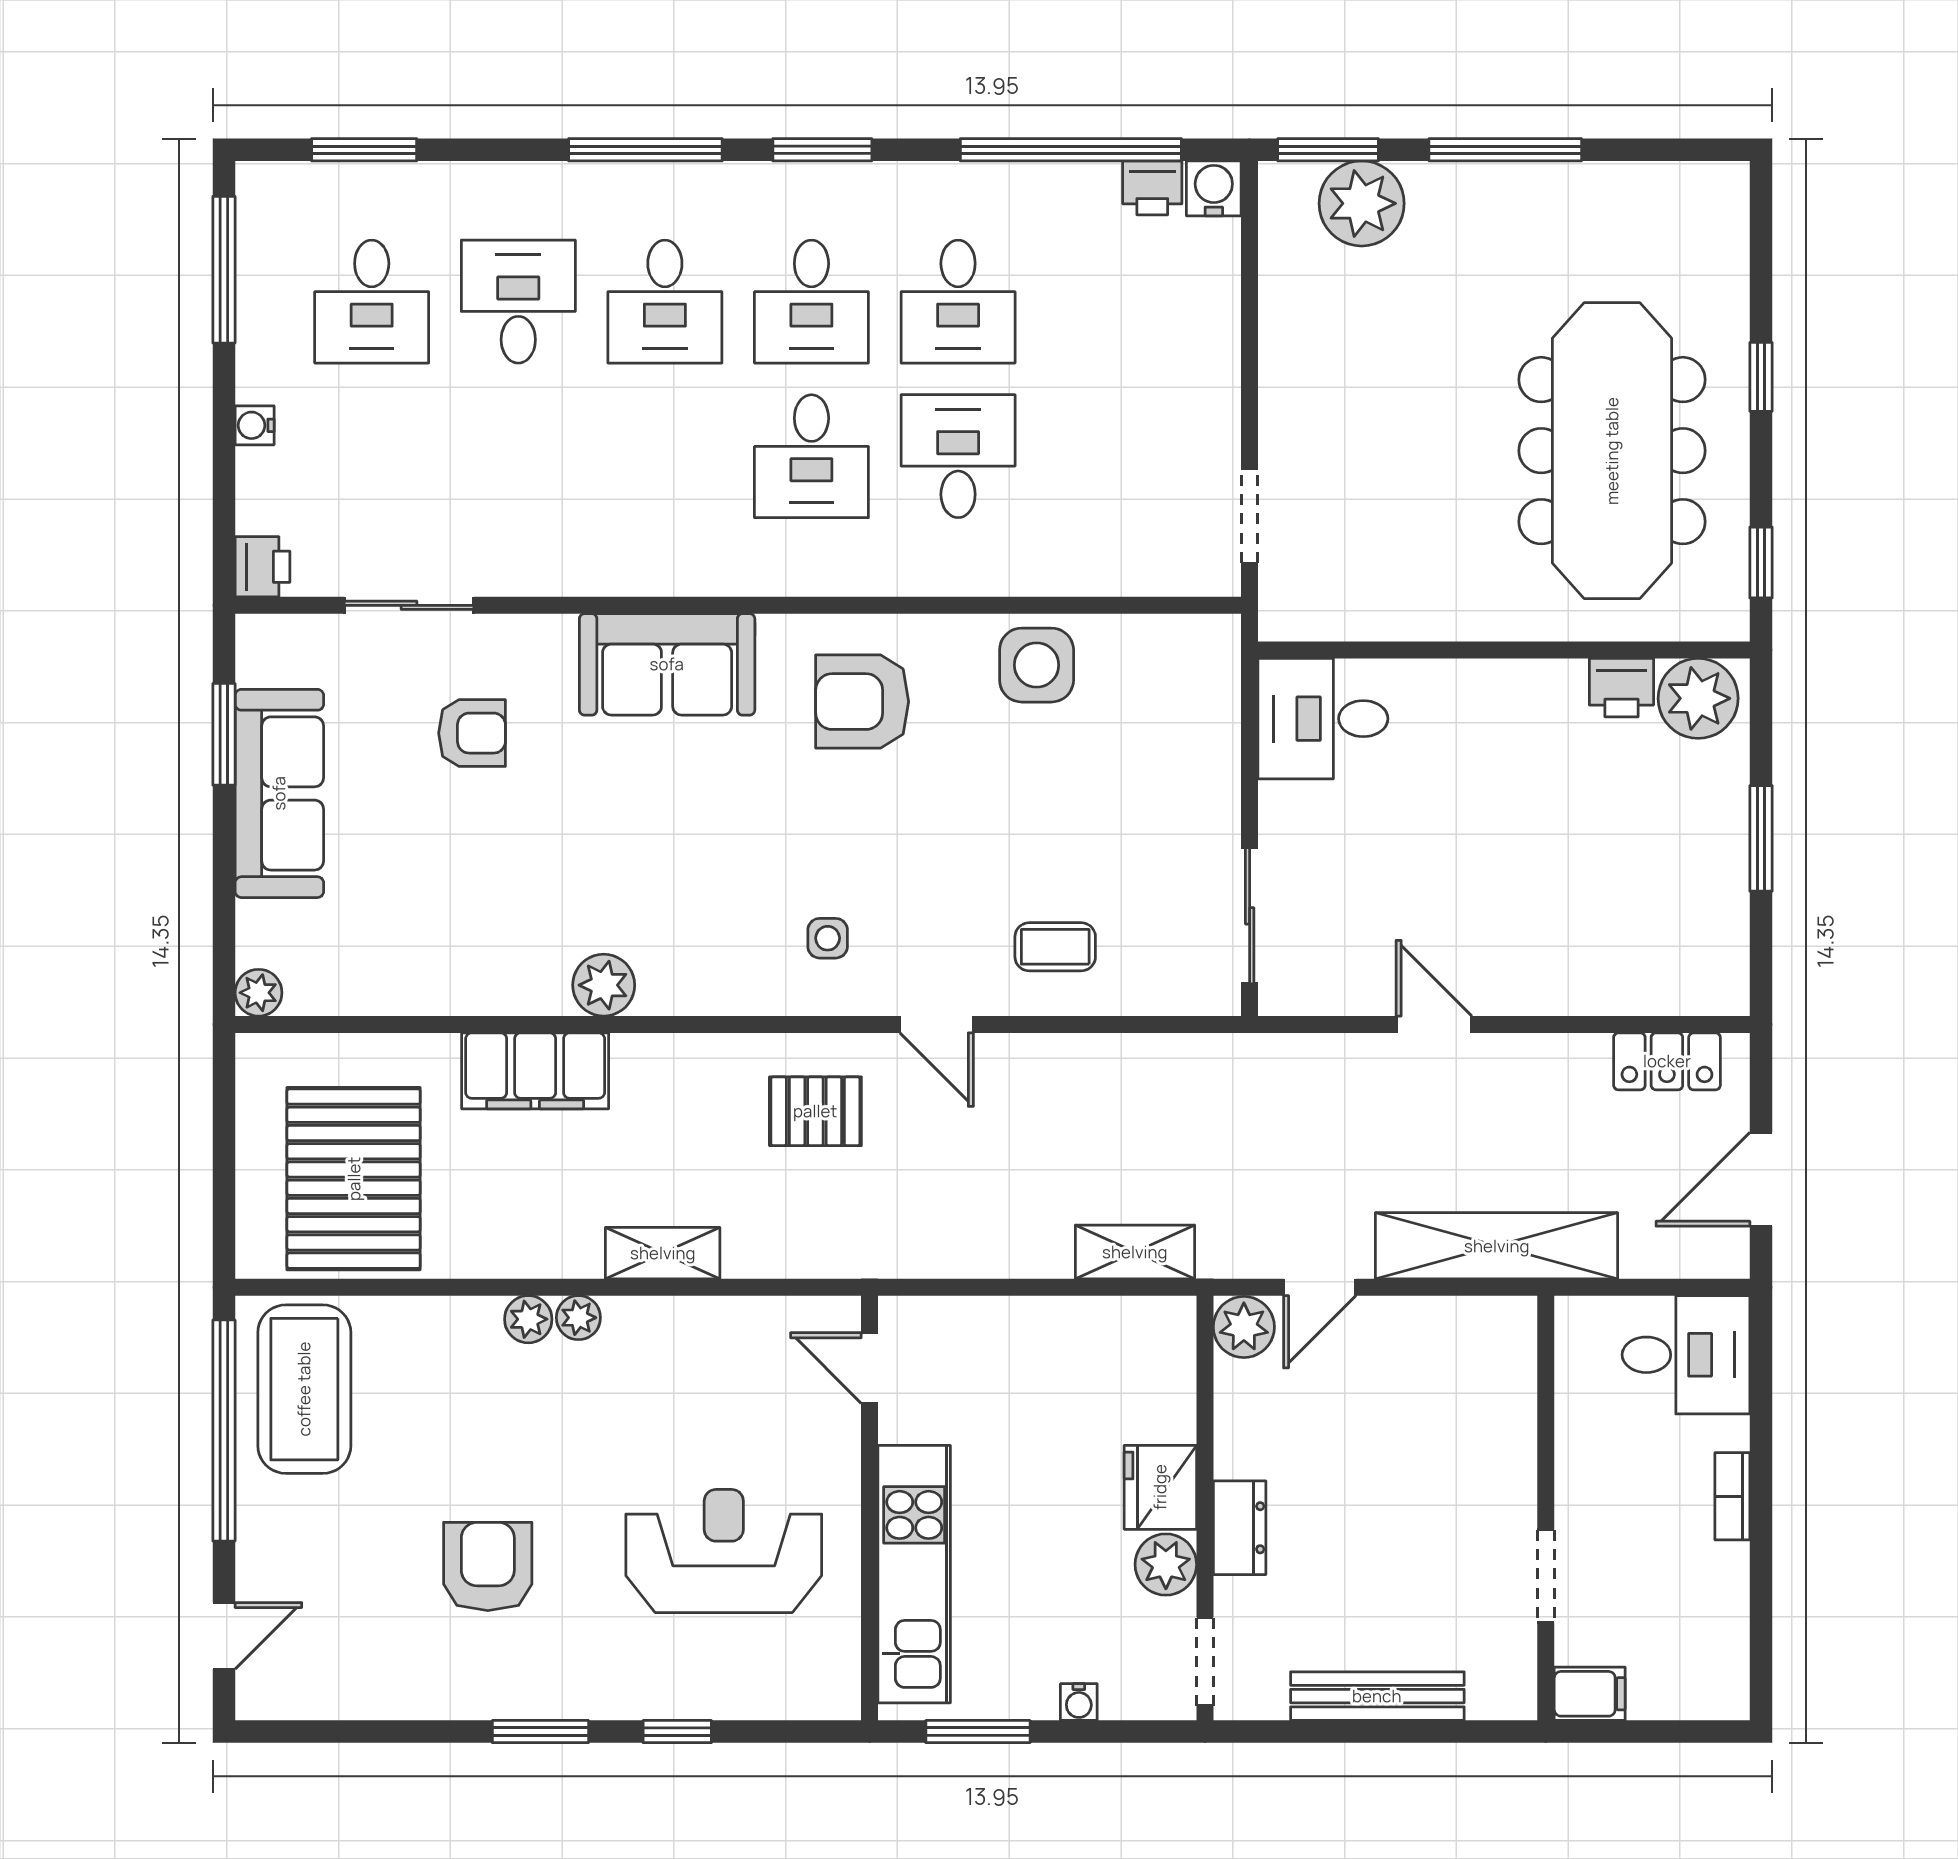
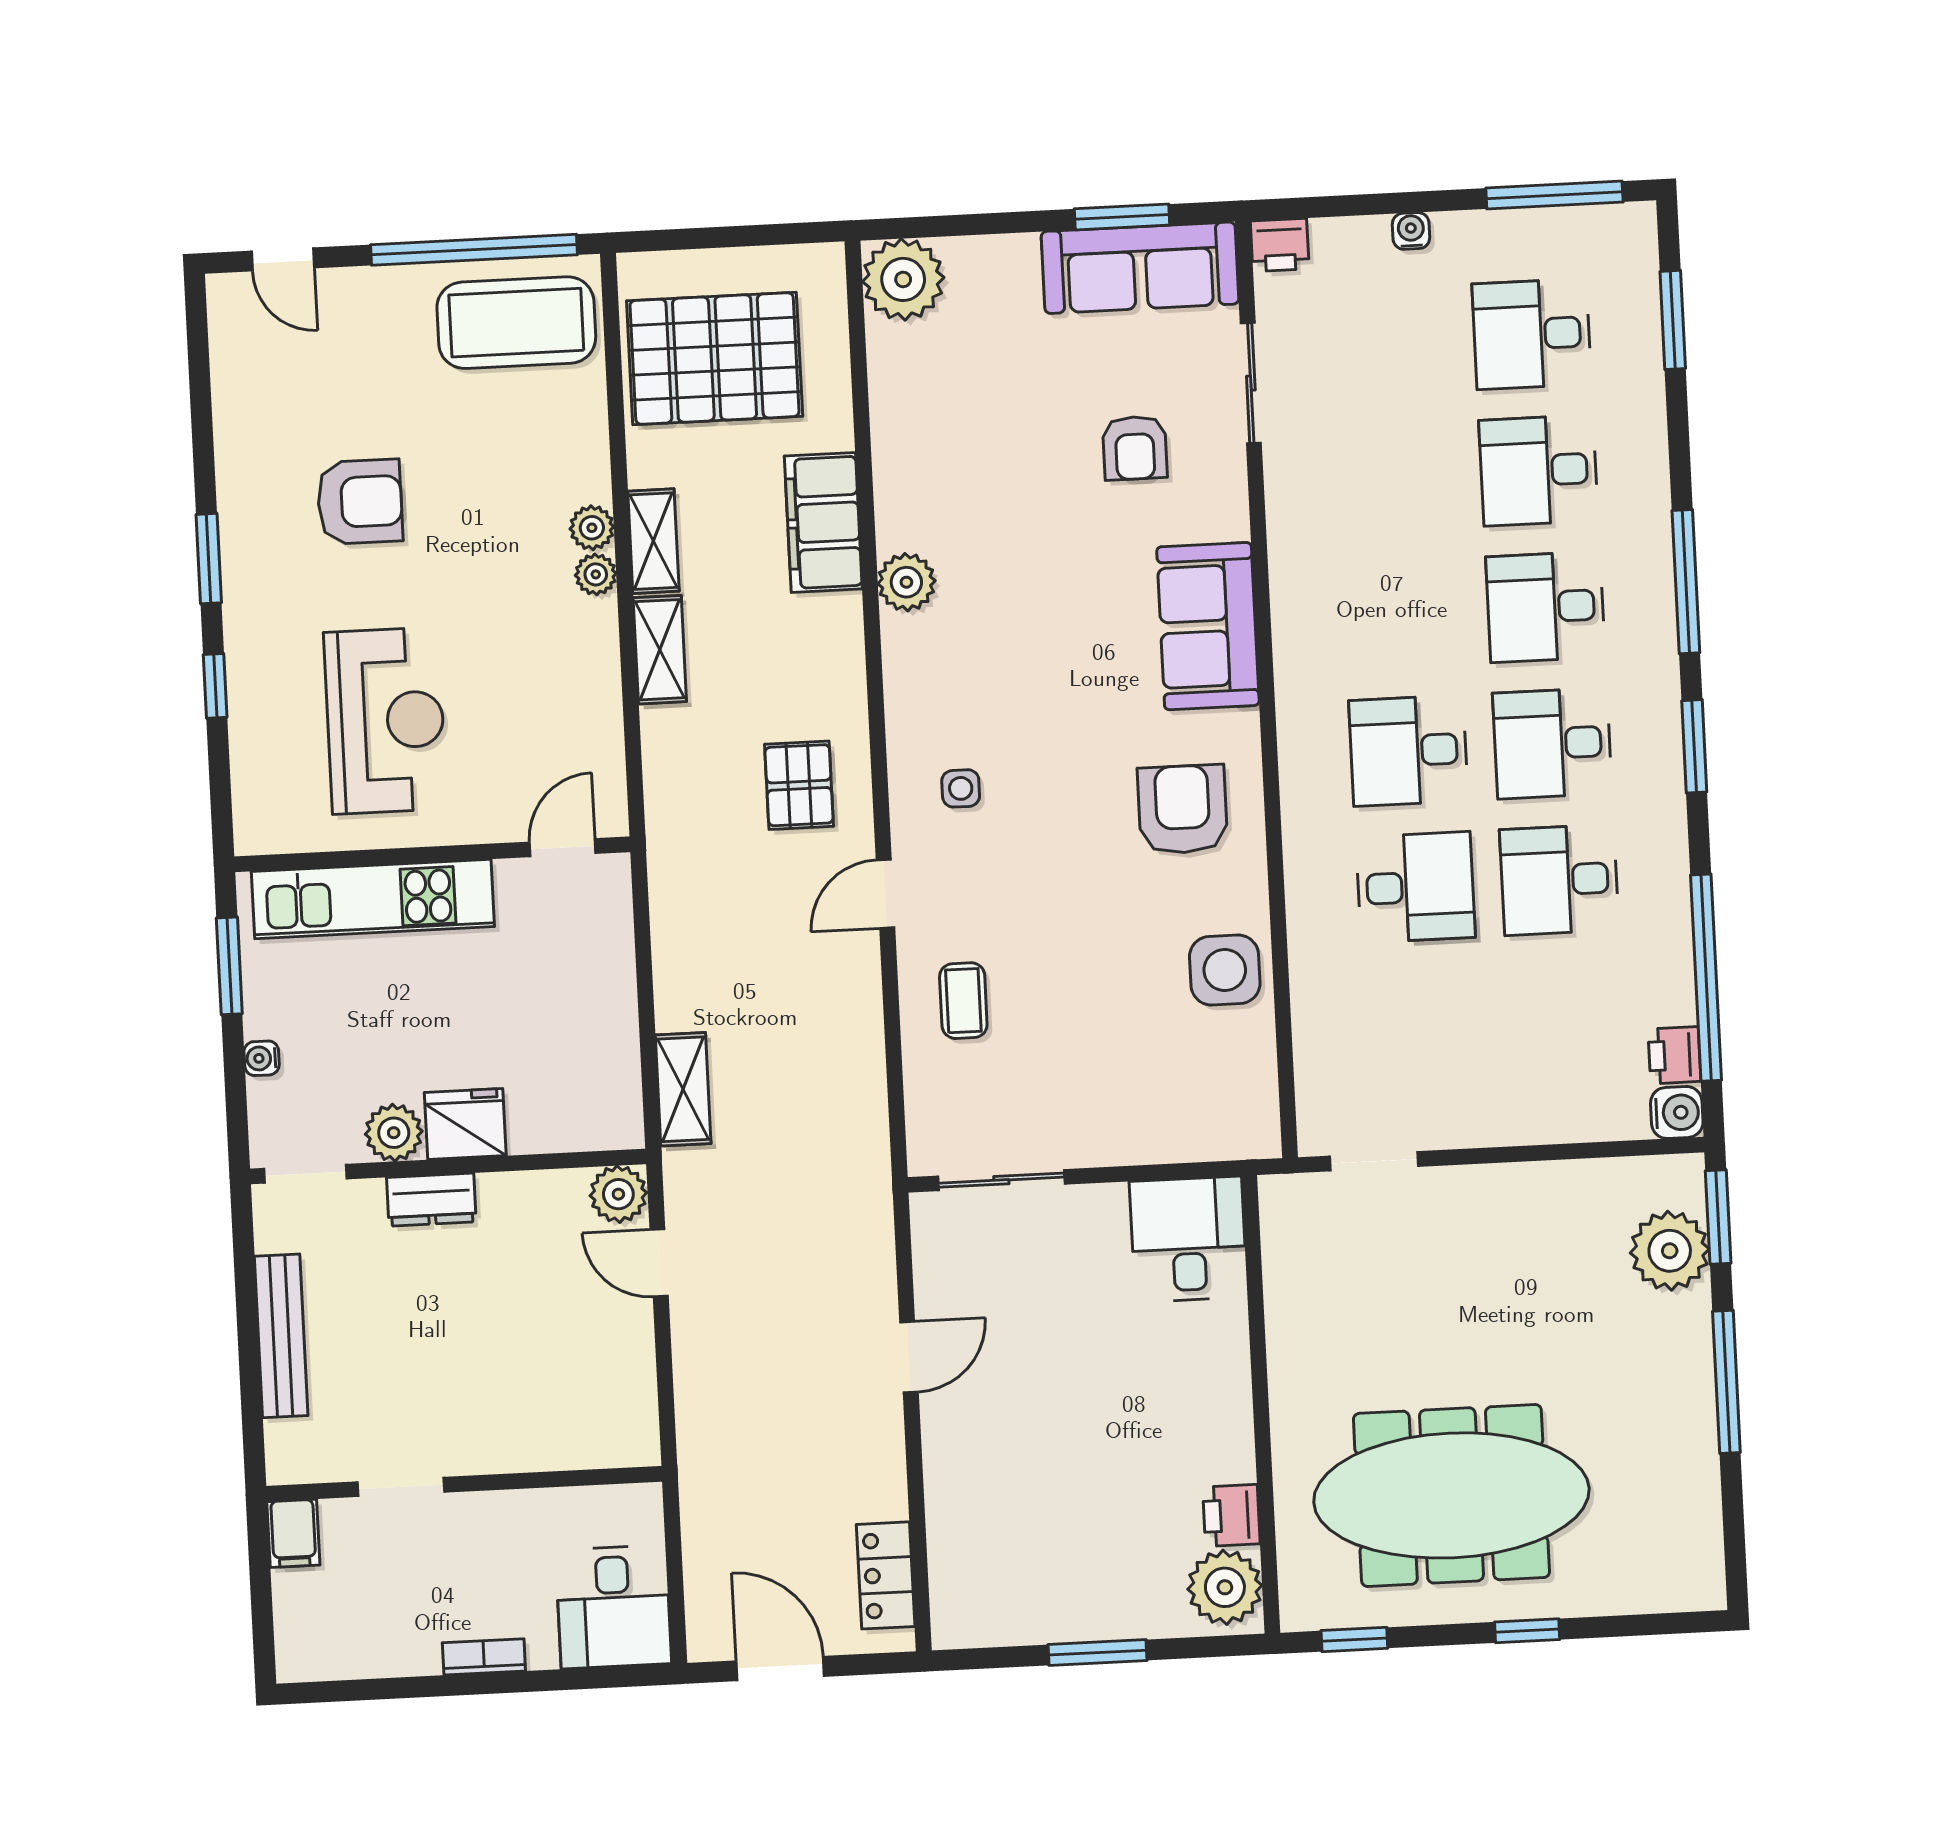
desk: (518, 302) -> (1539, 470), turned 180
sofa: (279, 793) -> (1140, 268), moved
plant: (259, 993) -> (903, 279), width x1.88, depth x1.88
shelving: (1497, 1246) -> (653, 541), moved, width x0.45, depth x0.75

